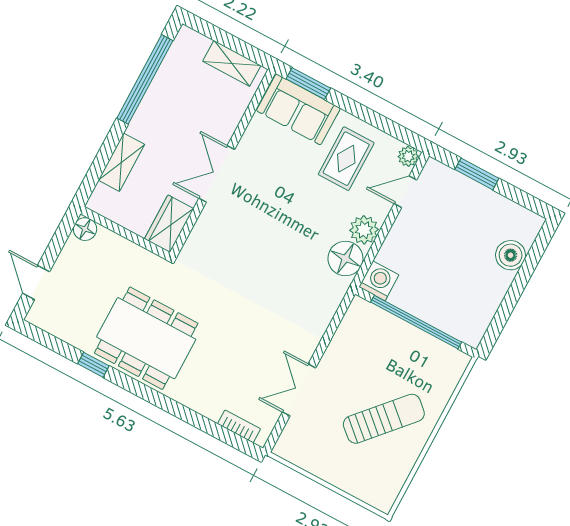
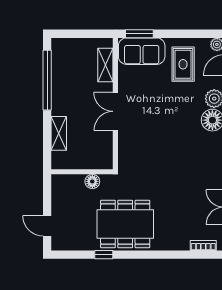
shelving: (232, 63) -> (105, 65), moved, turned 90
wardrobe: (169, 224) -> (104, 153), removed
floor lamp: (85, 229) -> (92, 181), moved

